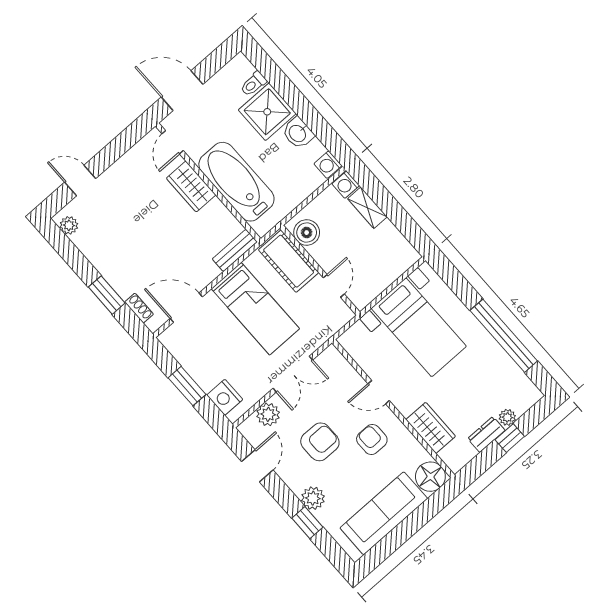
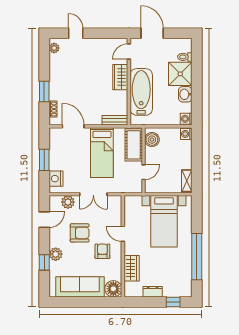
shelving: (367, 208) -> (187, 181), moved
plant: (507, 417) -> (168, 292), removed
window: (510, 438) -> (173, 302), moved

